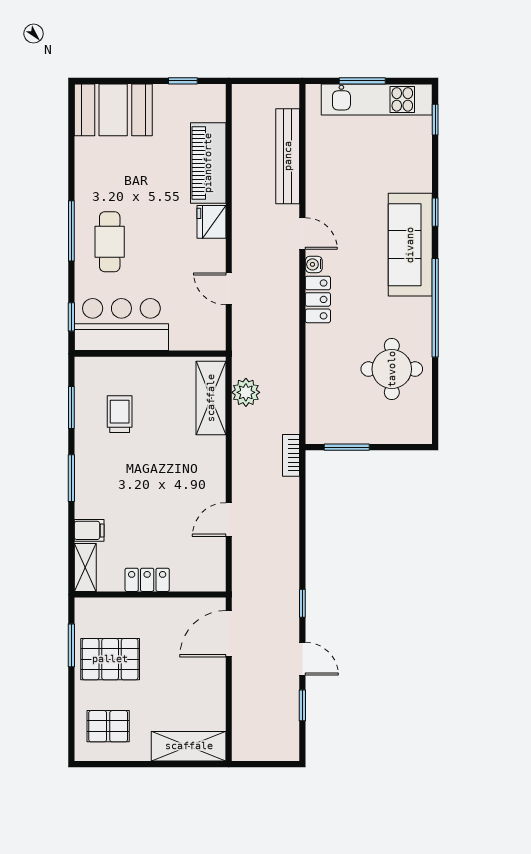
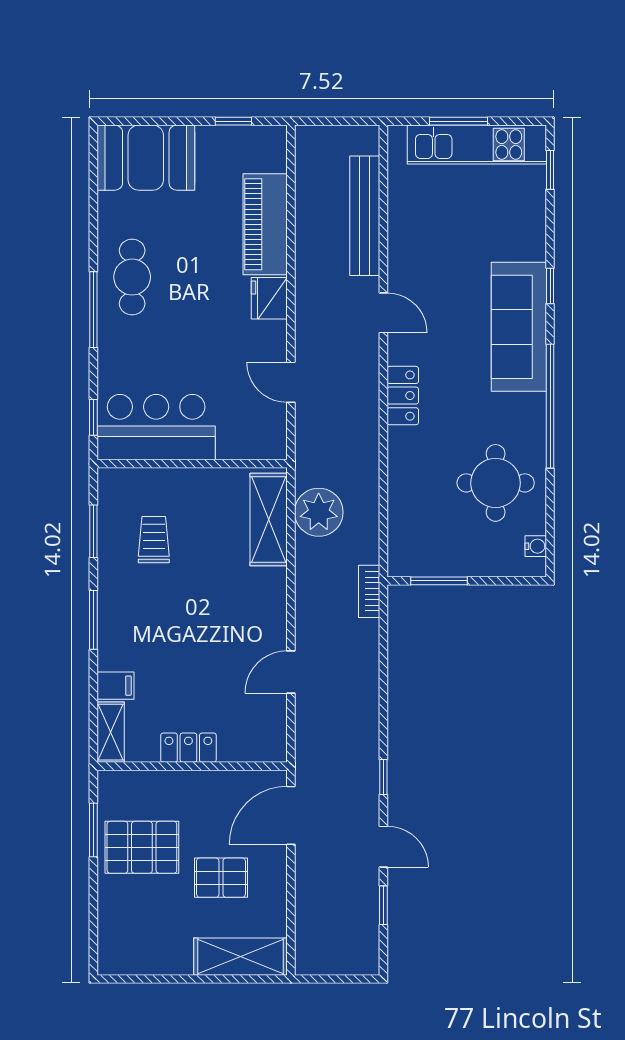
cafe table: (110, 242) -> (132, 277), moved
water cooler: (314, 264) -> (536, 546), moved, turned 180
plant: (246, 392) -> (319, 512), width x1.36, depth x1.36
pallet: (108, 726) -> (221, 878), moved

